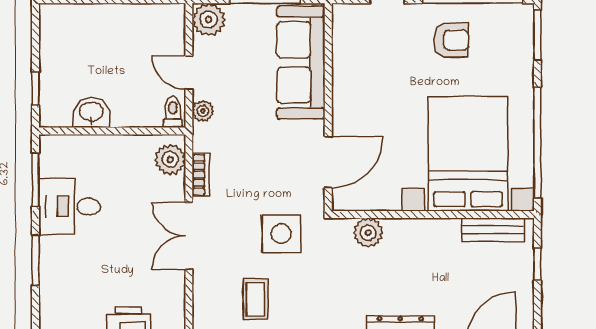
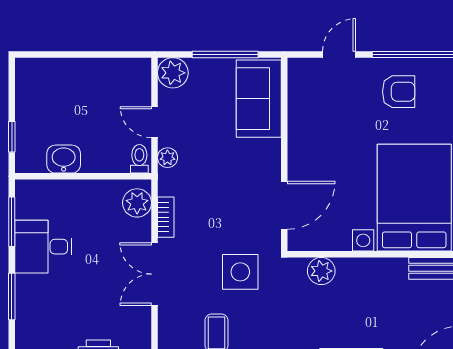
sofa: (301, 62) -> (259, 99), width x0.73

